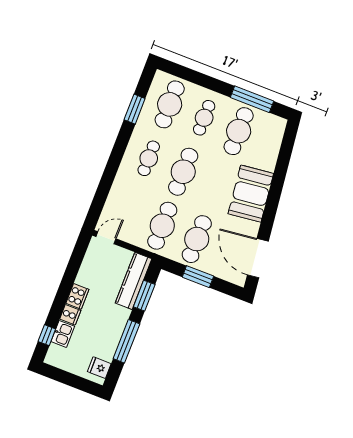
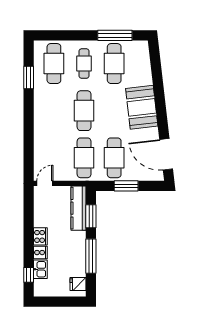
cafe table: (149, 158) -> (54, 111), removed

